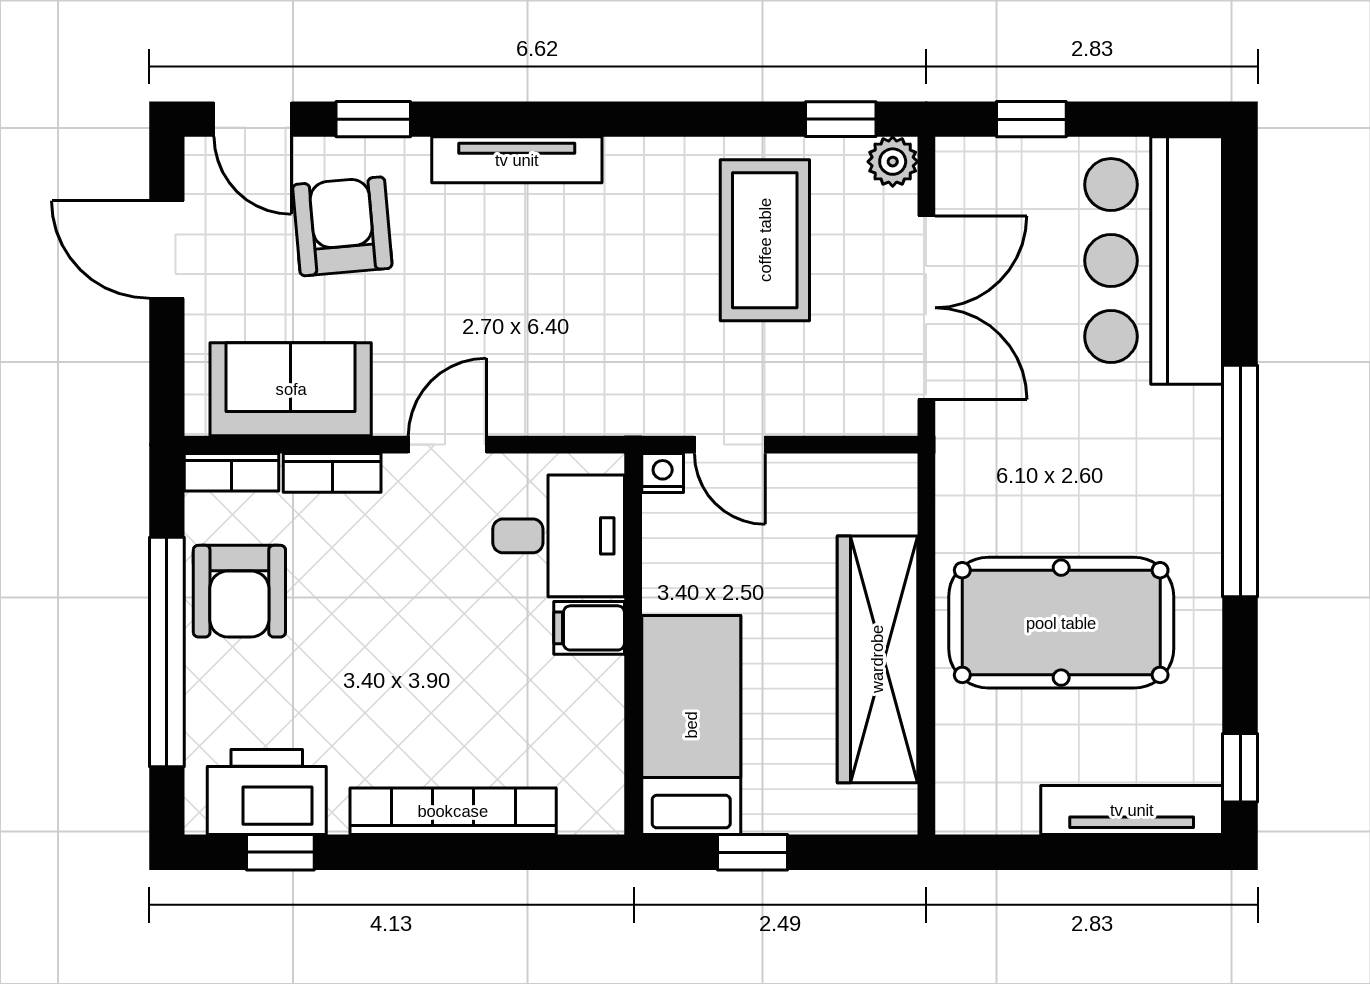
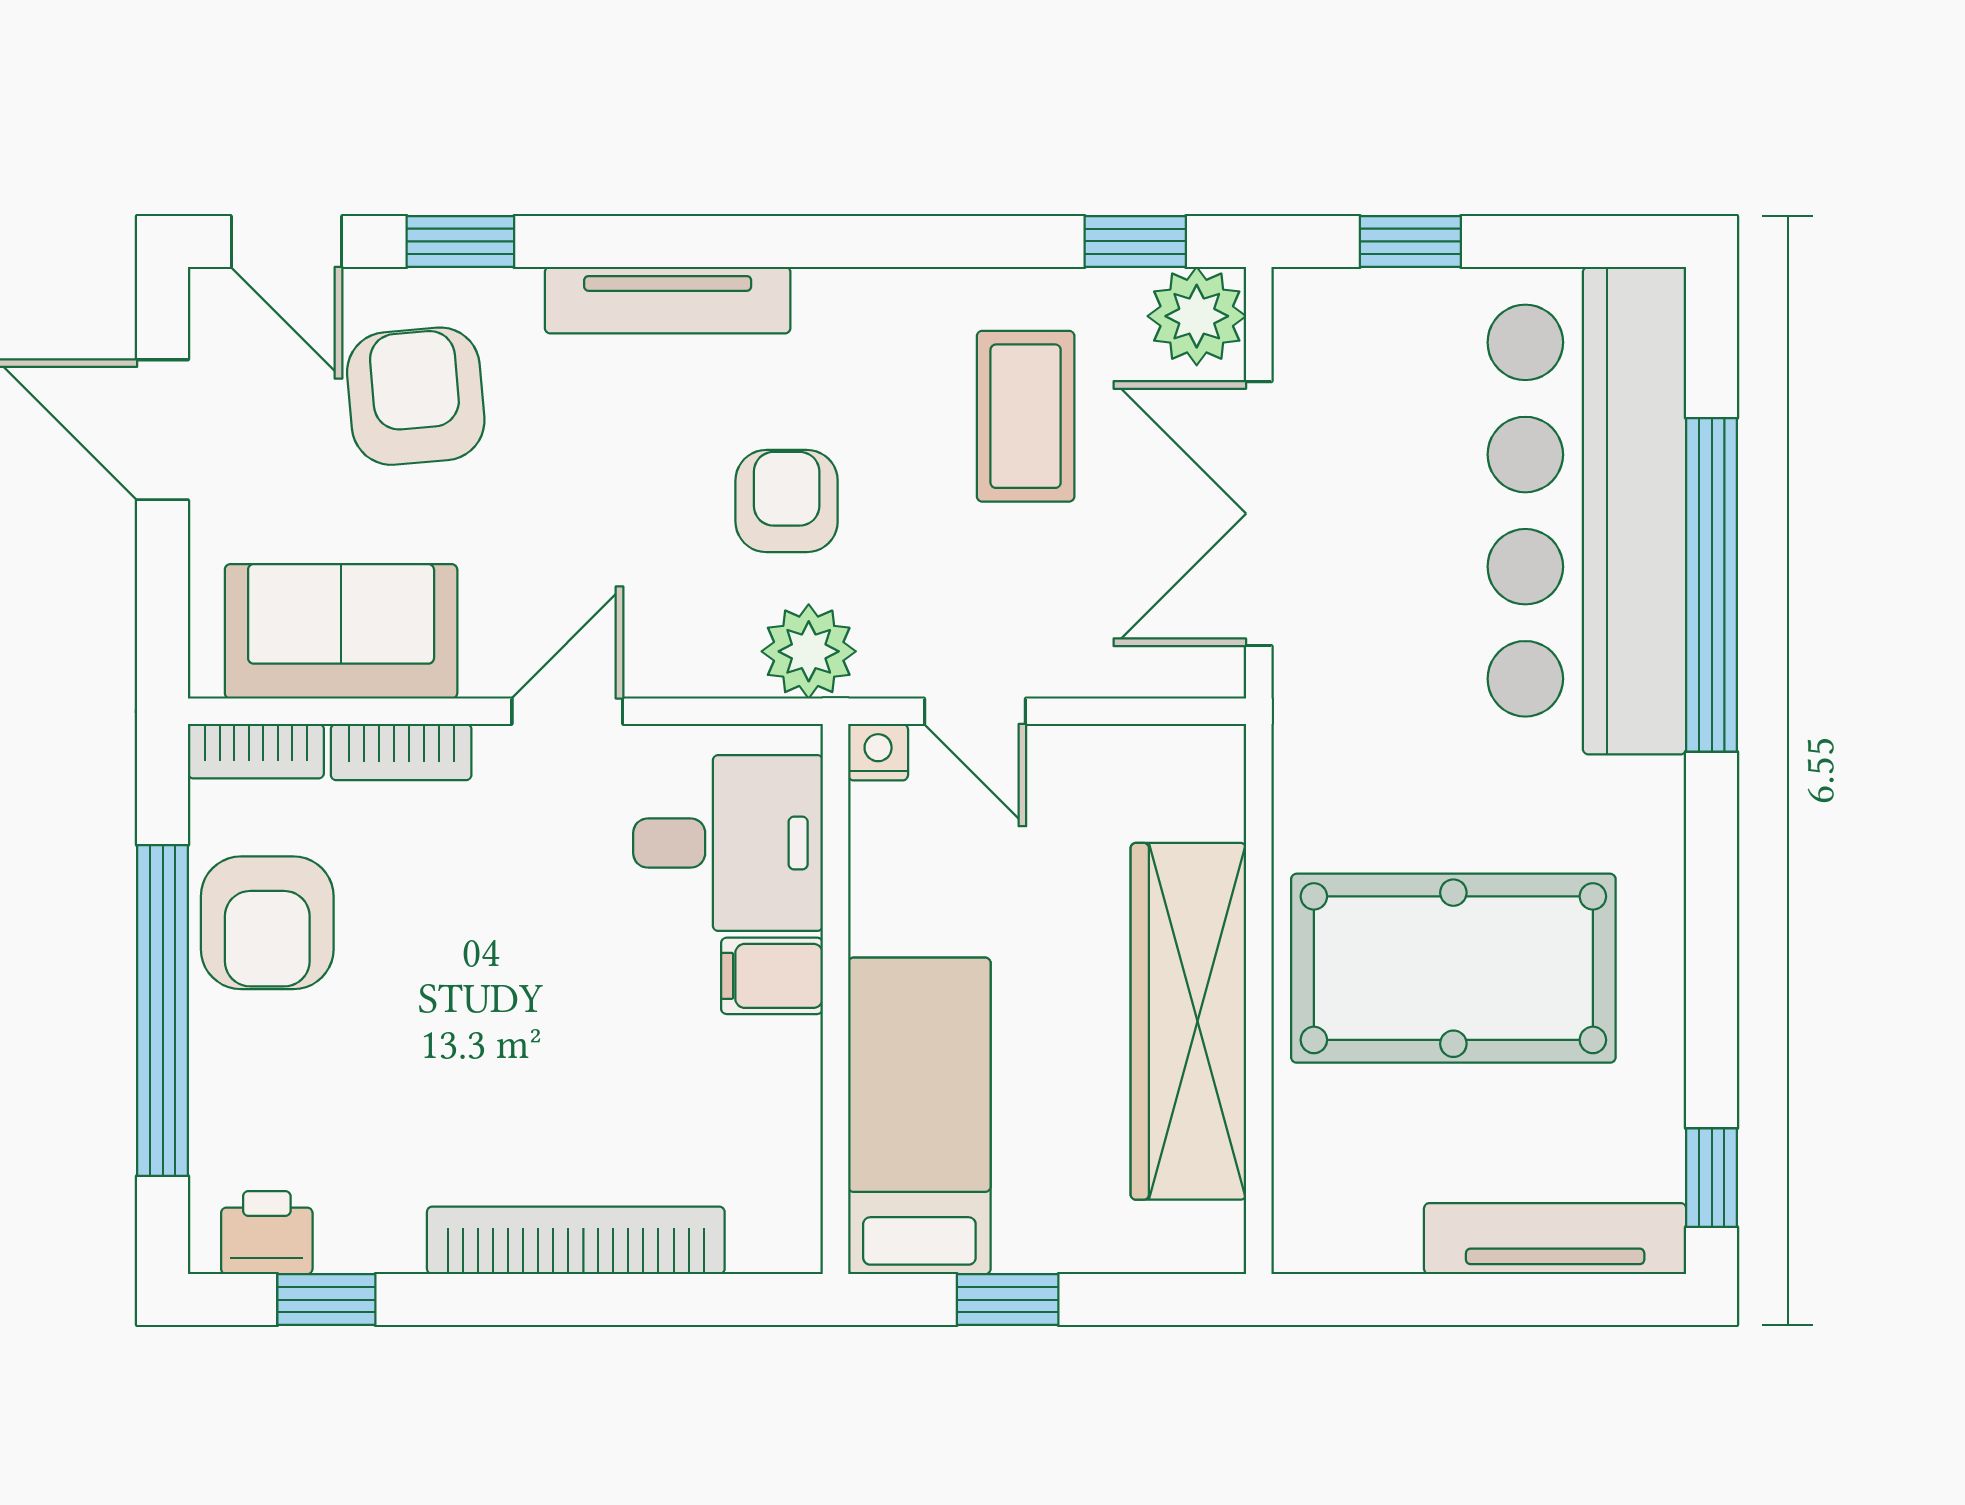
plant: (893, 162) -> (1197, 316), width x1.38, depth x1.38
coffee table: (765, 240) -> (1026, 416), width x0.73, depth x0.76
bar counter: (1154, 261) -> (1587, 511), width x1.36
armchair: (599, 299) -> (787, 501), added
double door: (926, 308) -> (1259, 514), swing flipped
plant: (615, 403) -> (809, 651), added
window: (1240, 481) -> (1712, 585), moved
printer: (267, 792) -> (267, 1233), width x0.53, depth x0.68

